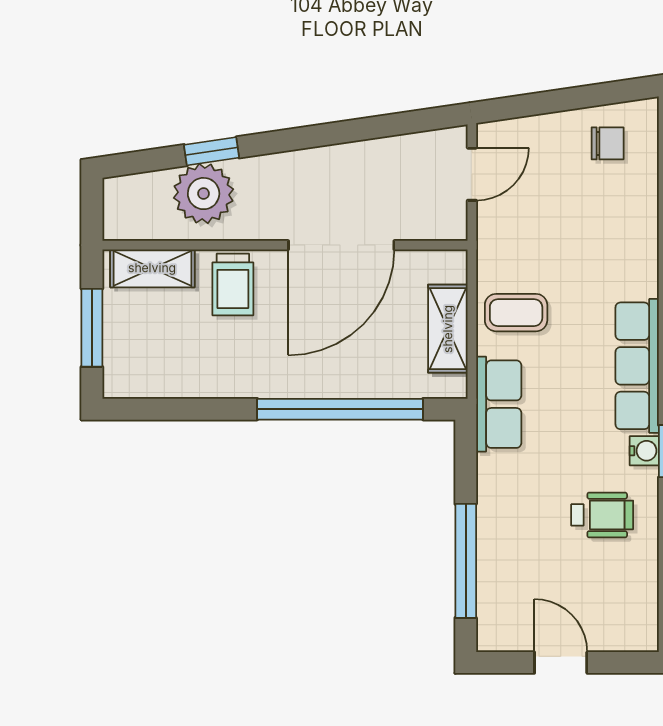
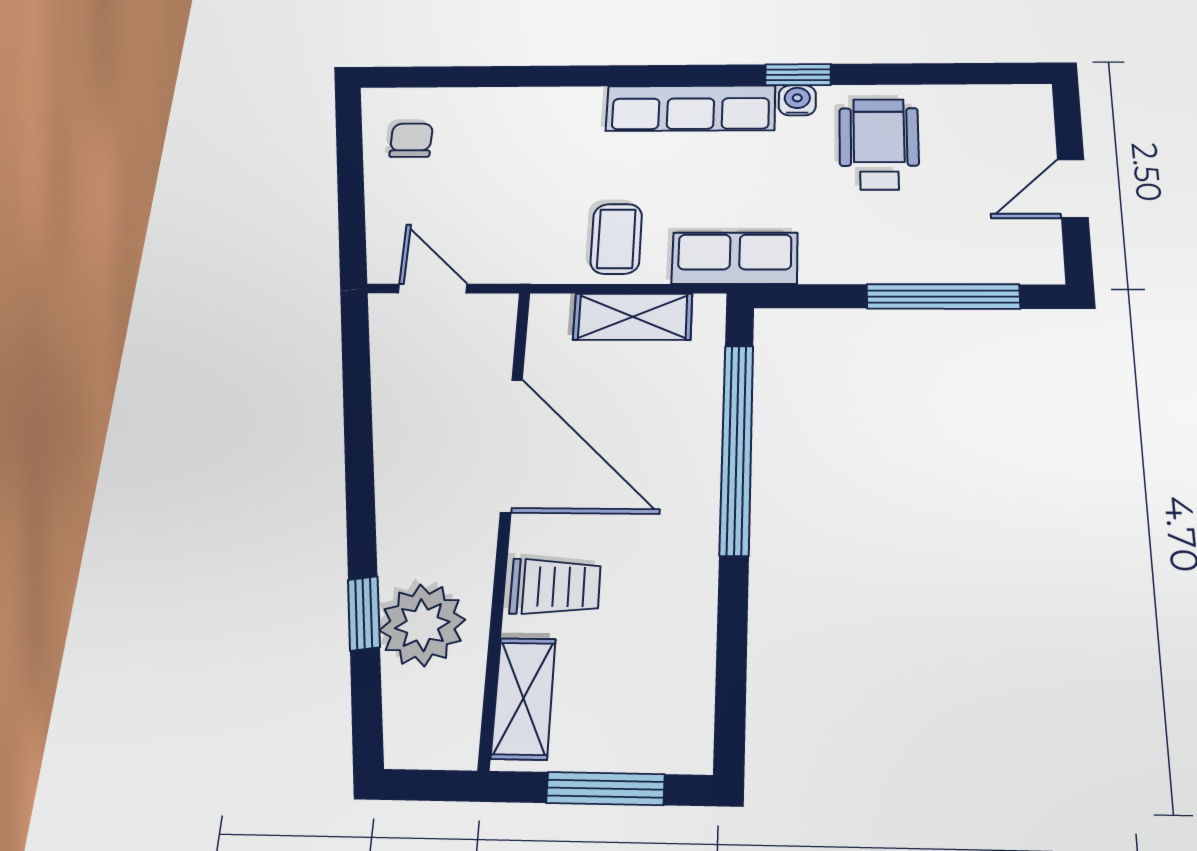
wheelchair: (602, 515) -> (879, 144), width x1.36, depth x1.37

